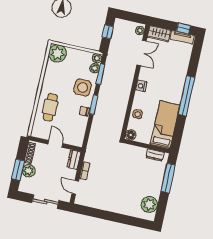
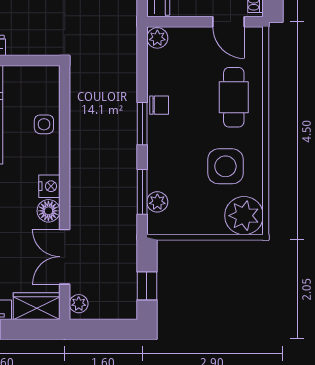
plant: (97, 58) -> (157, 38), moved
side table: (83, 88) -> (225, 166), moved
floor lamp: (131, 135) -> (48, 211), moved
door: (55, 144) -> (229, 22), moved

